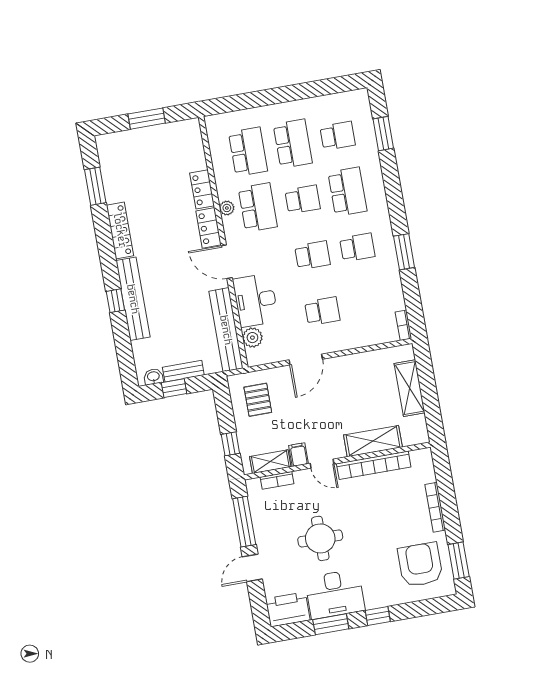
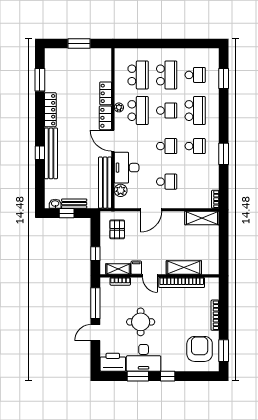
shelving: (409, 388) -> (202, 218), moved, turned 90

